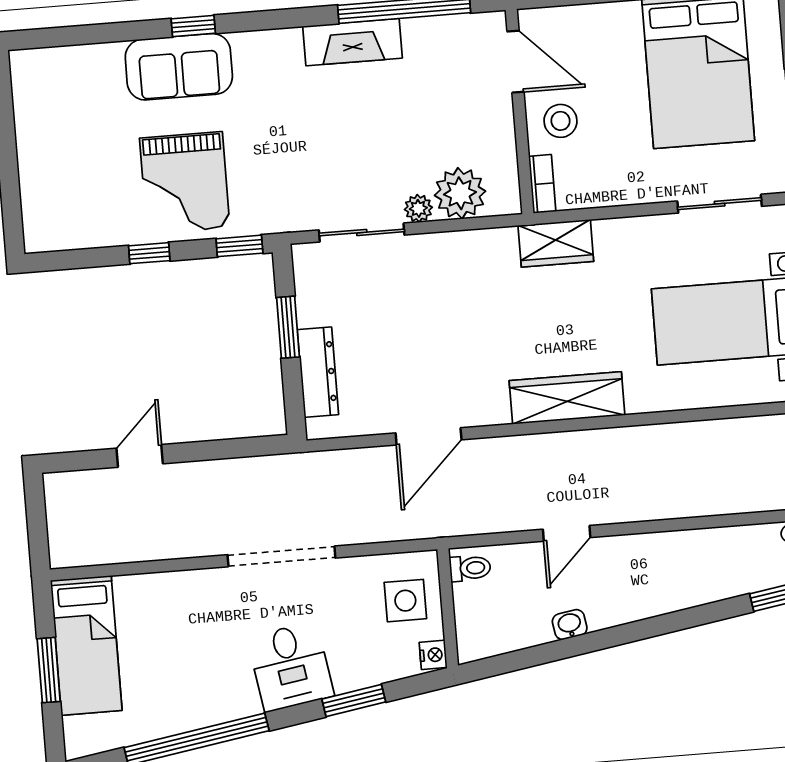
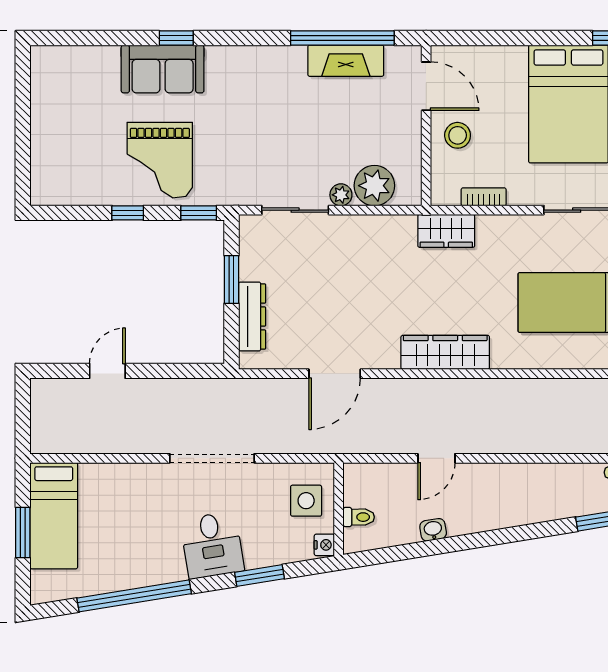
fireplace: (352, 42) -> (346, 61), moved
bookcase: (542, 184) -> (484, 197), moved, turned -90
toilet: (470, 568) -> (359, 517), moved

